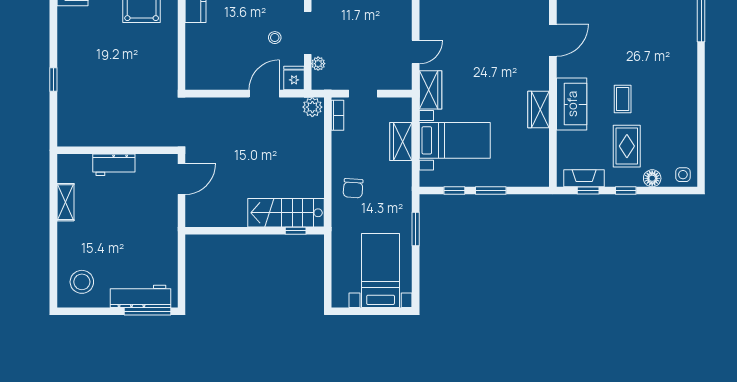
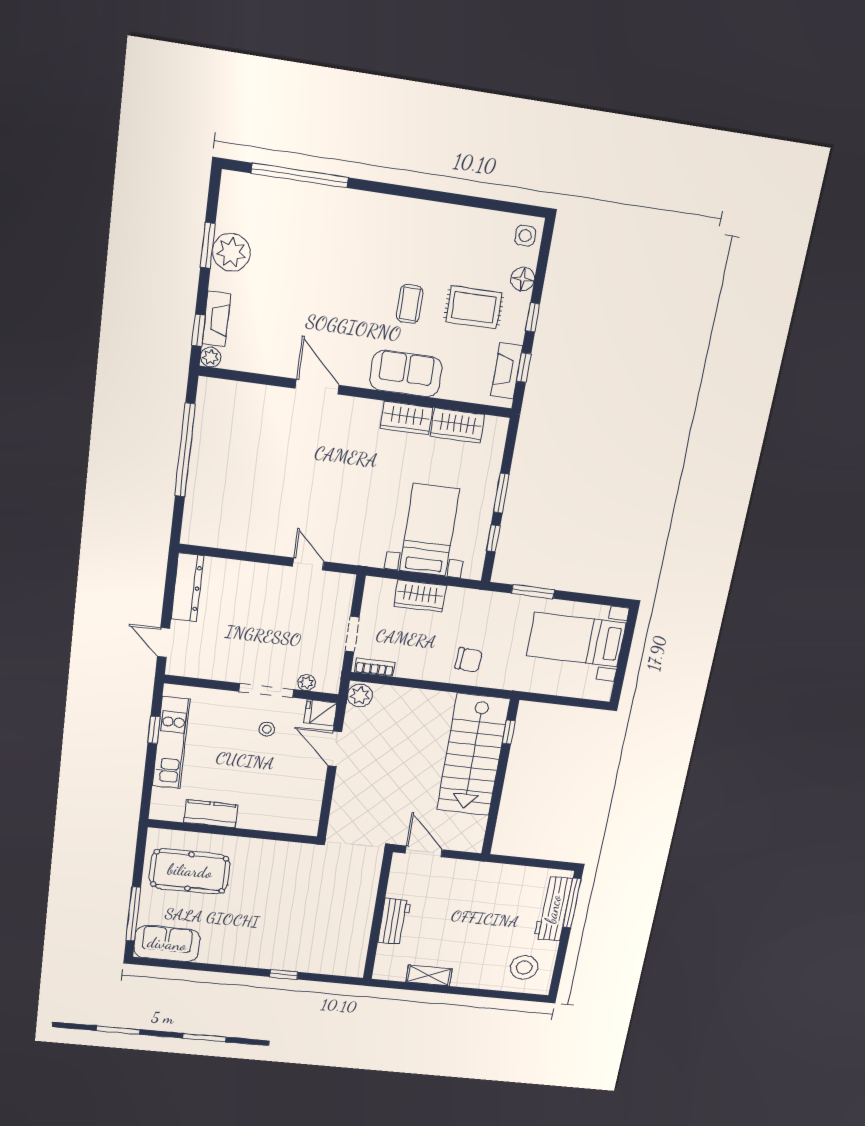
wardrobe: (430, 90) -> (457, 426), moved, turned 180
coffee table: (623, 99) -> (410, 304), turned 90
stairs: (286, 213) -> (473, 755), width x1.36, depth x1.51

